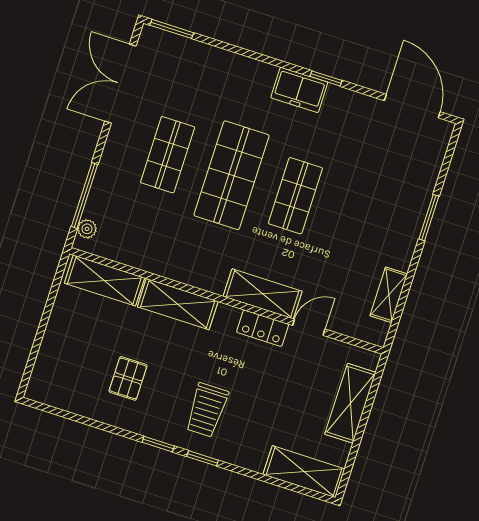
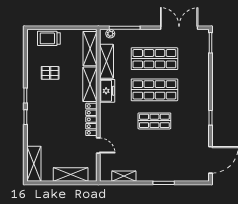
freezer: (299, 90) -> (107, 91), moved, turned 180
shop shelf: (168, 155) -> (154, 59), width x1.43, depth x1.36
shelving: (263, 294) -> (106, 61), moved
locker: (263, 328) -> (91, 119), width x1.53
trolley: (207, 410) -> (49, 38), moved

